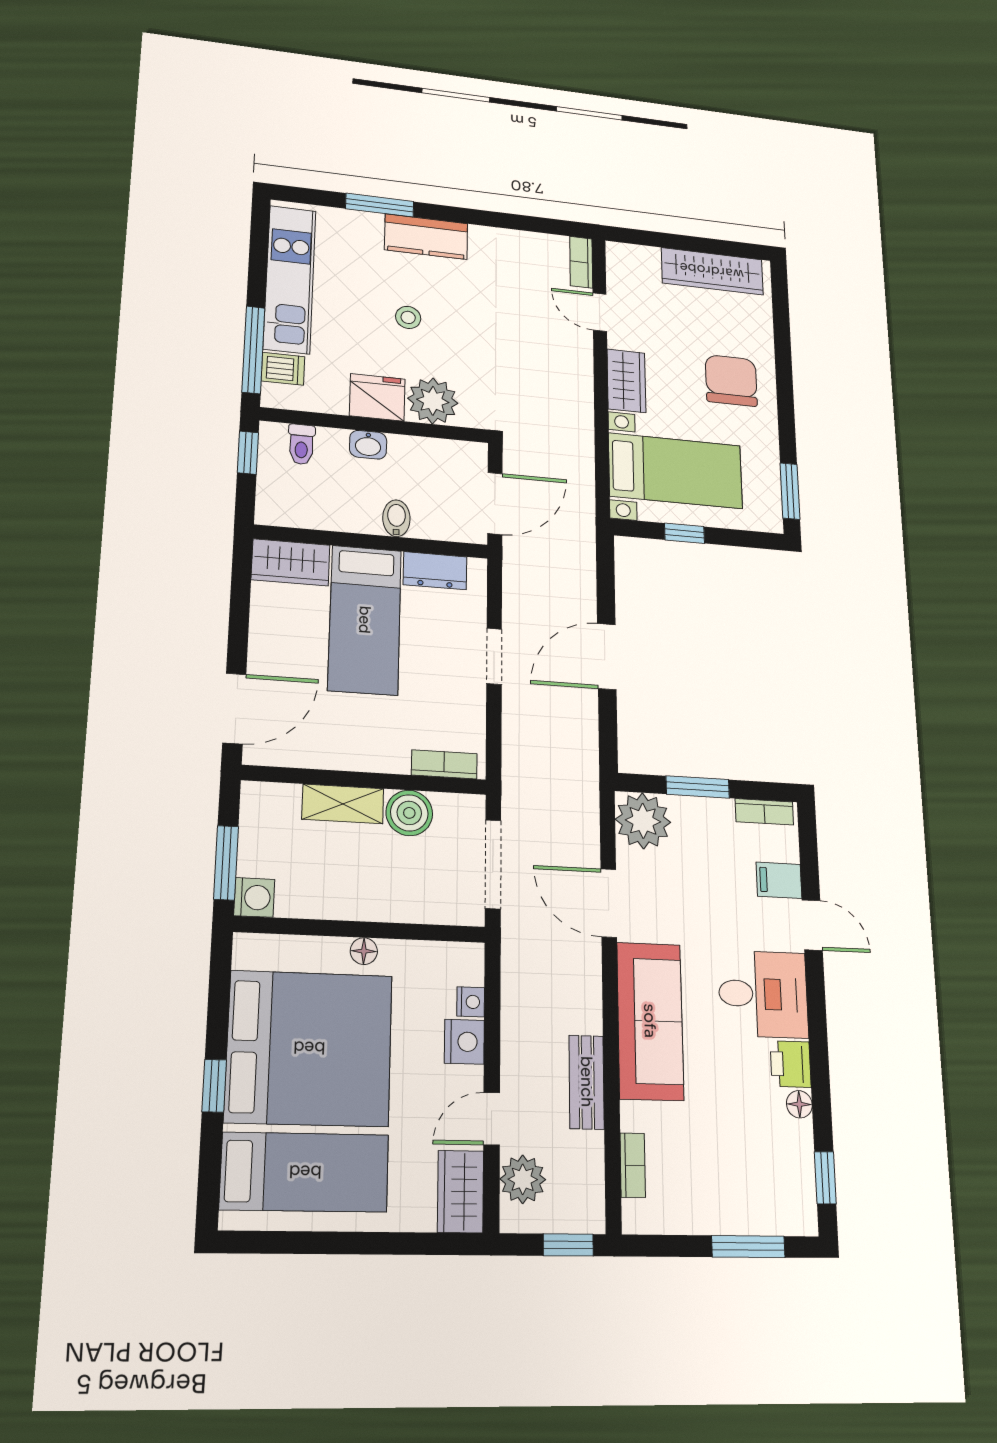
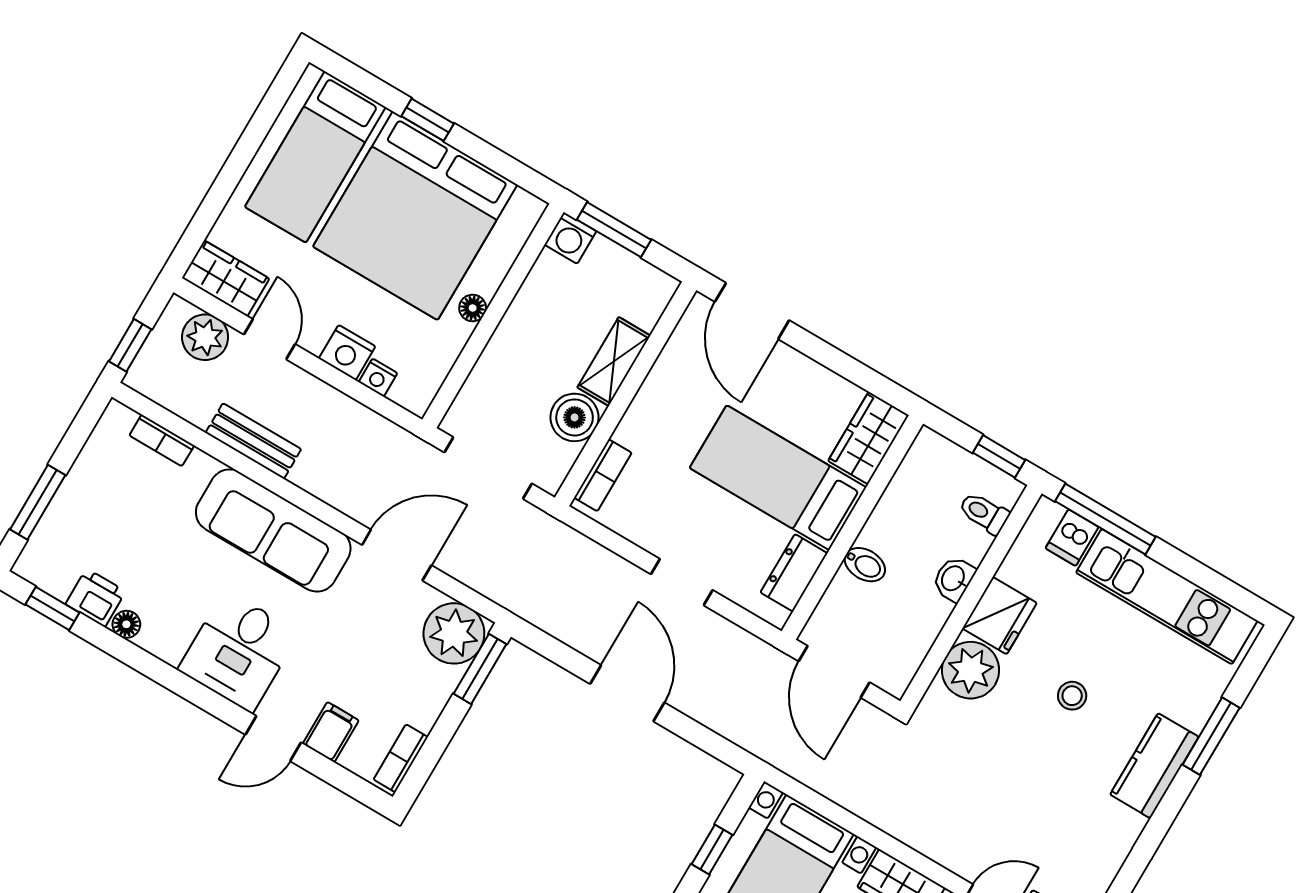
window: (698, 787) -> (480, 669), moved
printer: (791, 1064) -> (96, 598), moved

